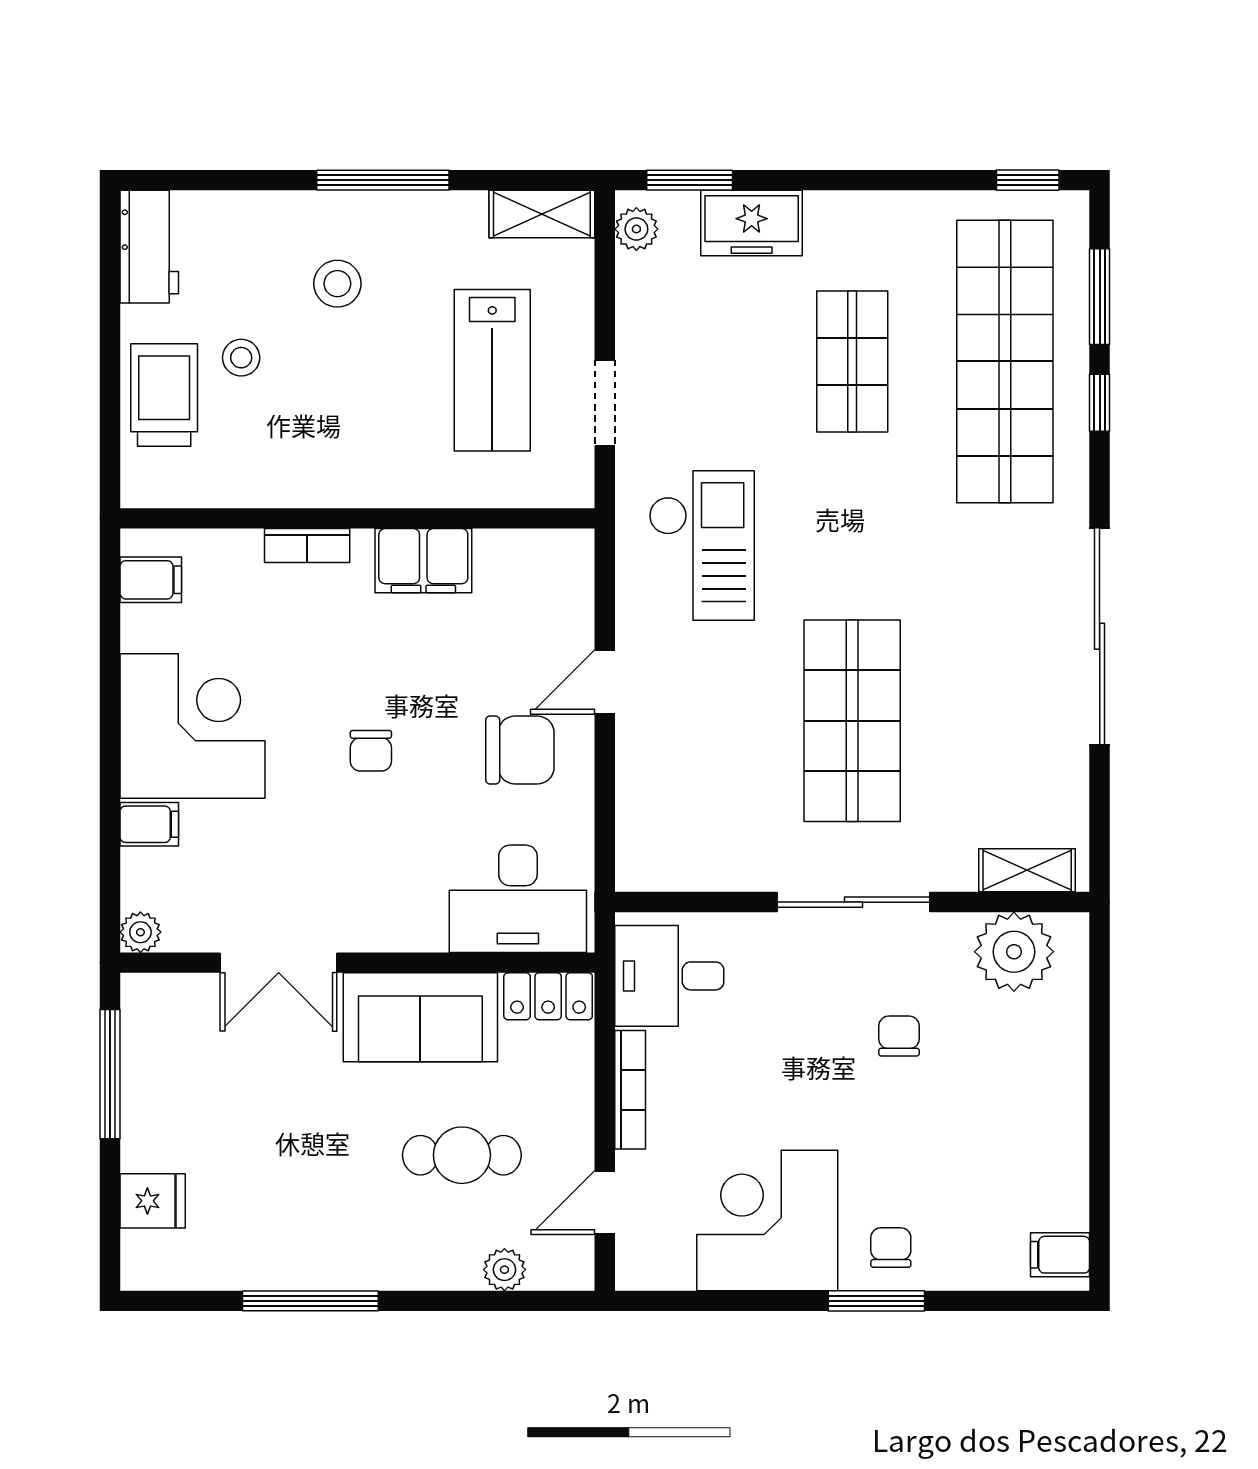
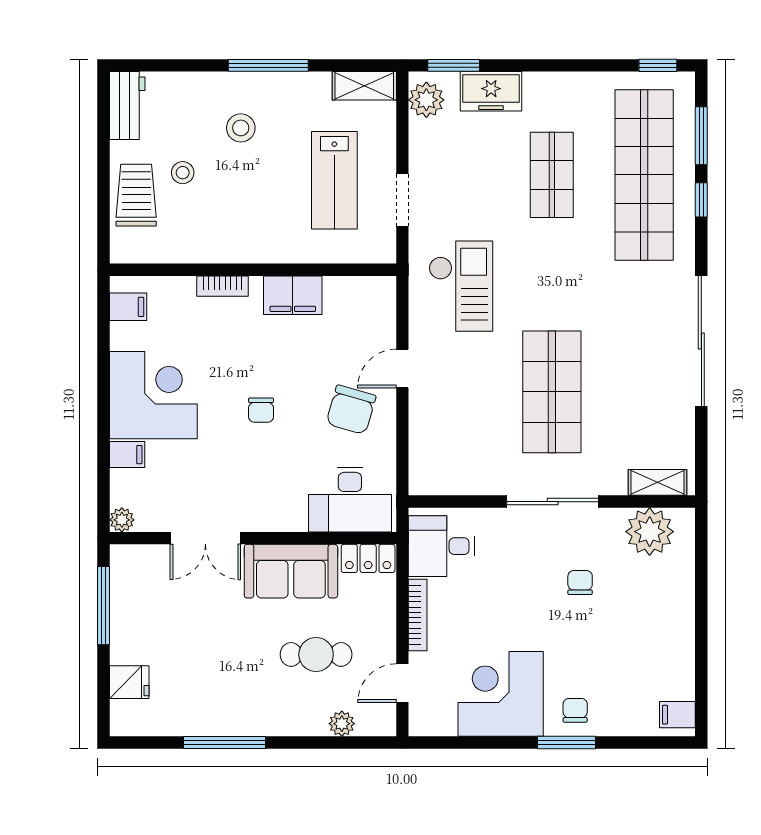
plant: (636, 229) -> (426, 100), width x1.38, depth x1.38
chair: (520, 750) -> (351, 410), turned 106

